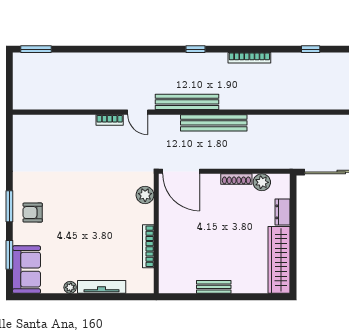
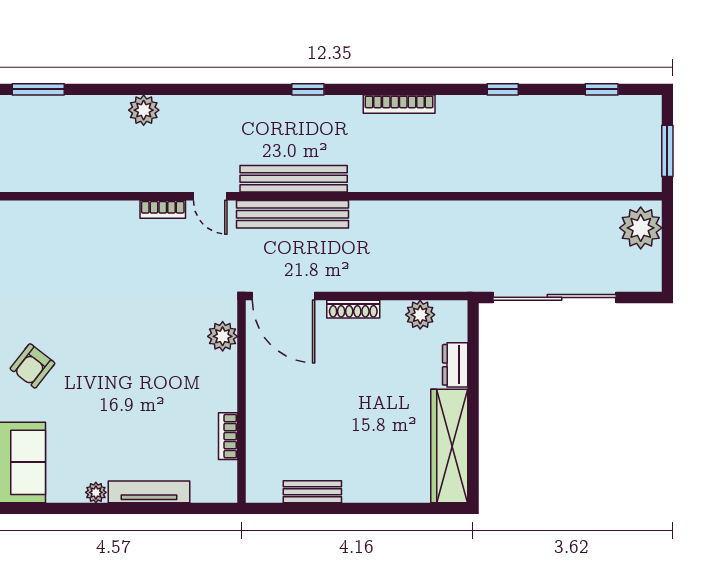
plant: (98, 61) -> (144, 110), added
bench: (214, 123) -> (293, 214), moved
shoe rack: (236, 179) -> (353, 309), moved
armchair: (33, 213) -> (32, 366), turned -52
bookcase: (148, 246) -> (228, 436), width x0.64
bench: (214, 287) -> (312, 492), moved

